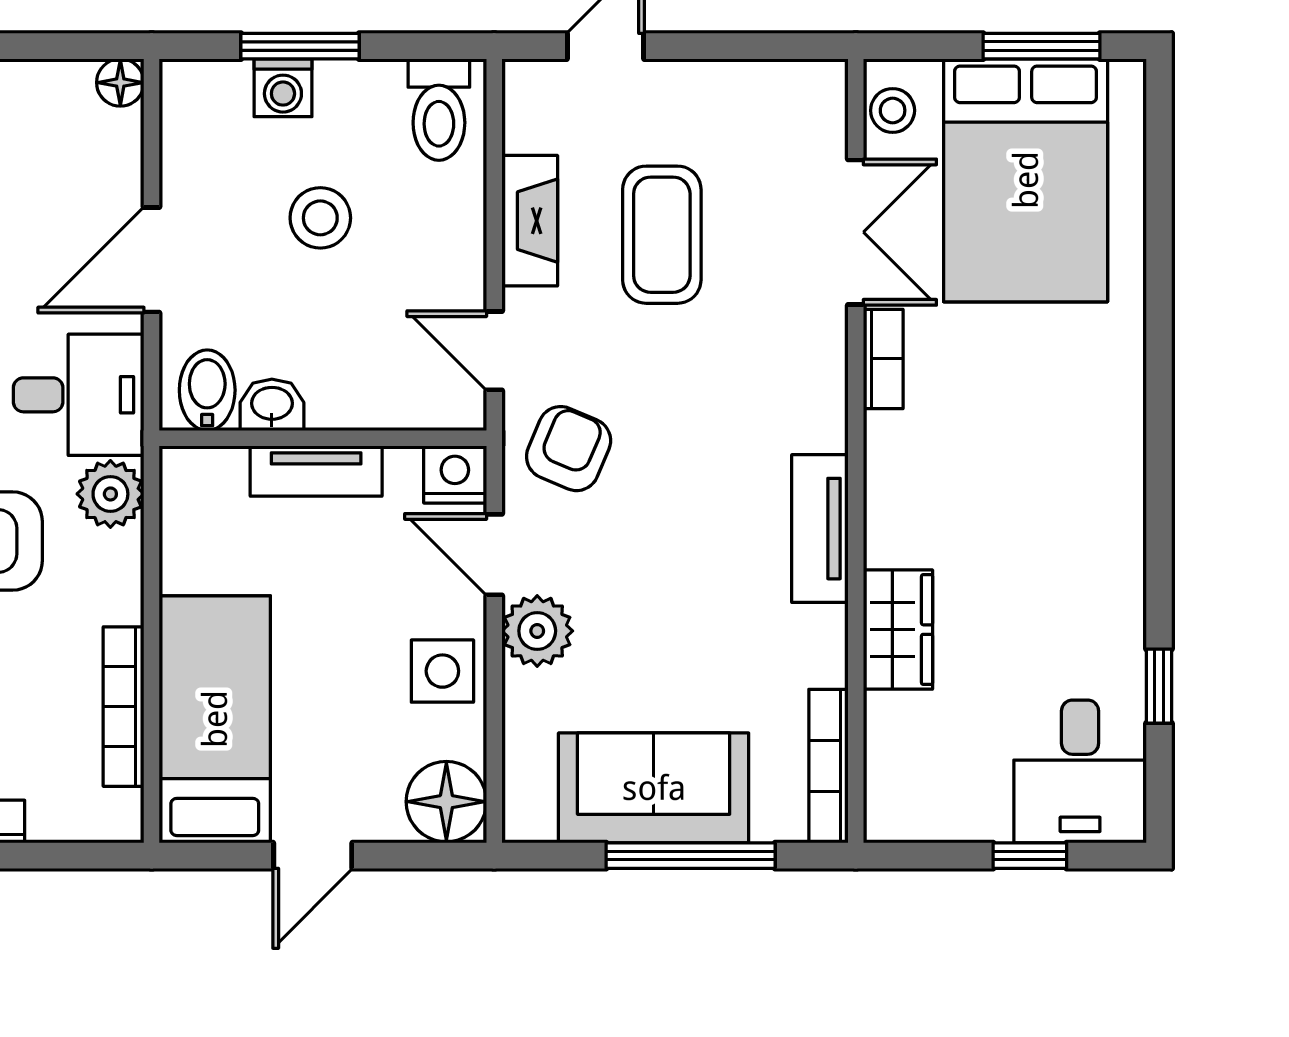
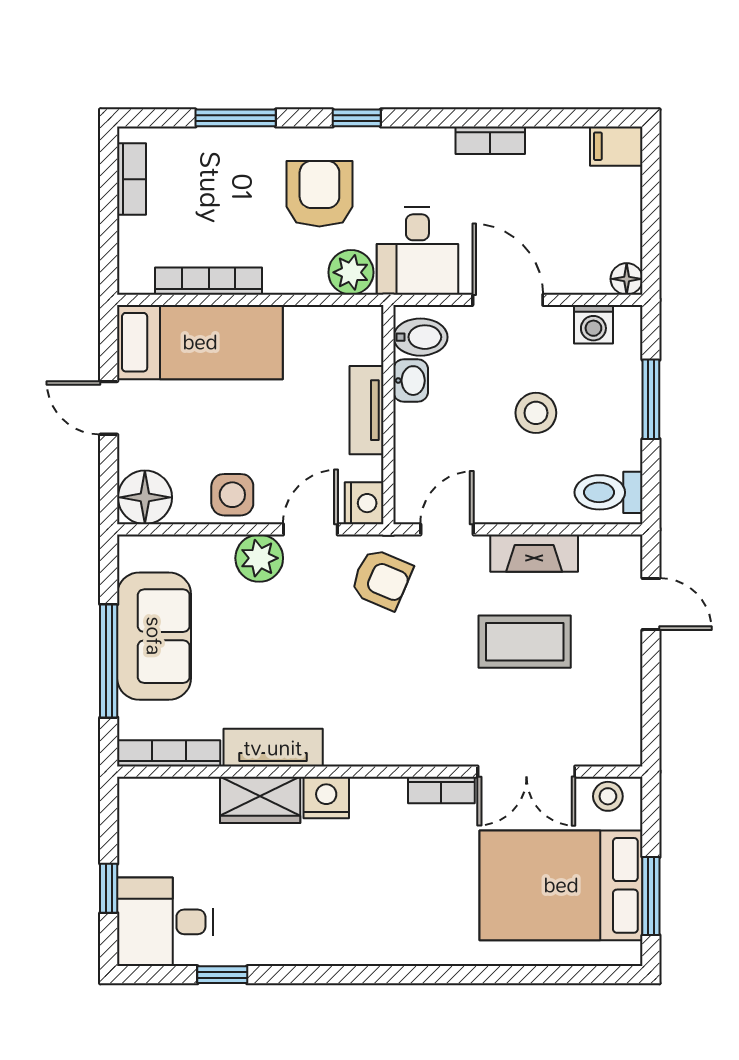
washing machine: (283, 88) -> (593, 324), moved, turned -90
tv unit: (820, 529) -> (273, 748), moved
nightstand: (895, 531) -> (326, 798), added

